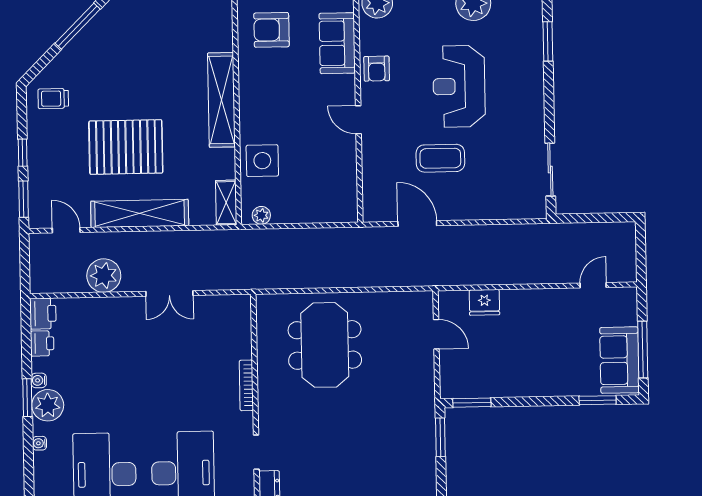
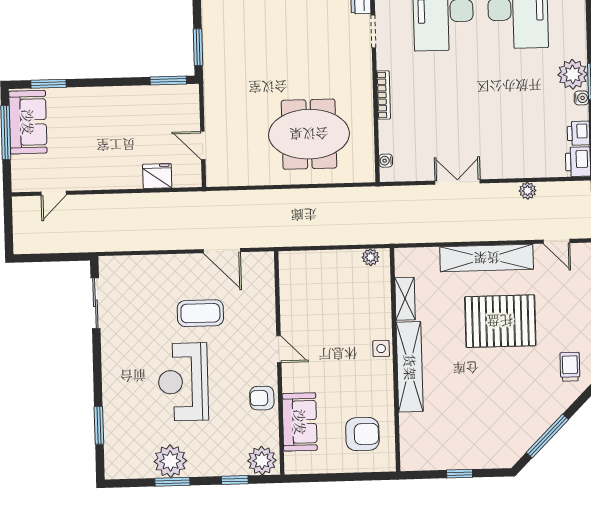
armchair: (377, 69) -> (262, 398), turned -90
reception desk: (459, 86) -> (183, 382), turned 180
trolley: (53, 99) -> (570, 367), turned -90
side table: (262, 161) -> (381, 349), moved, width x0.54, depth x0.54
shelving: (226, 203) -> (405, 299), moved
plant: (104, 276) -> (528, 191), width x0.53, depth x0.53
meeting table: (325, 345) -> (309, 134), turned 90
water cooler: (39, 443) -> (386, 161), moved, turned 180

